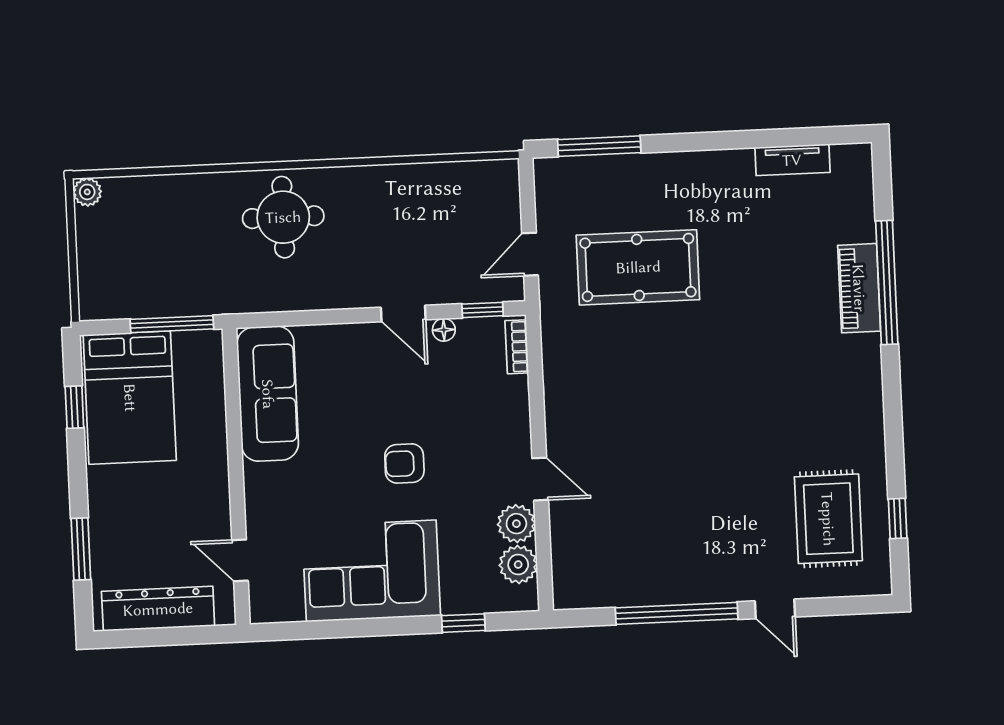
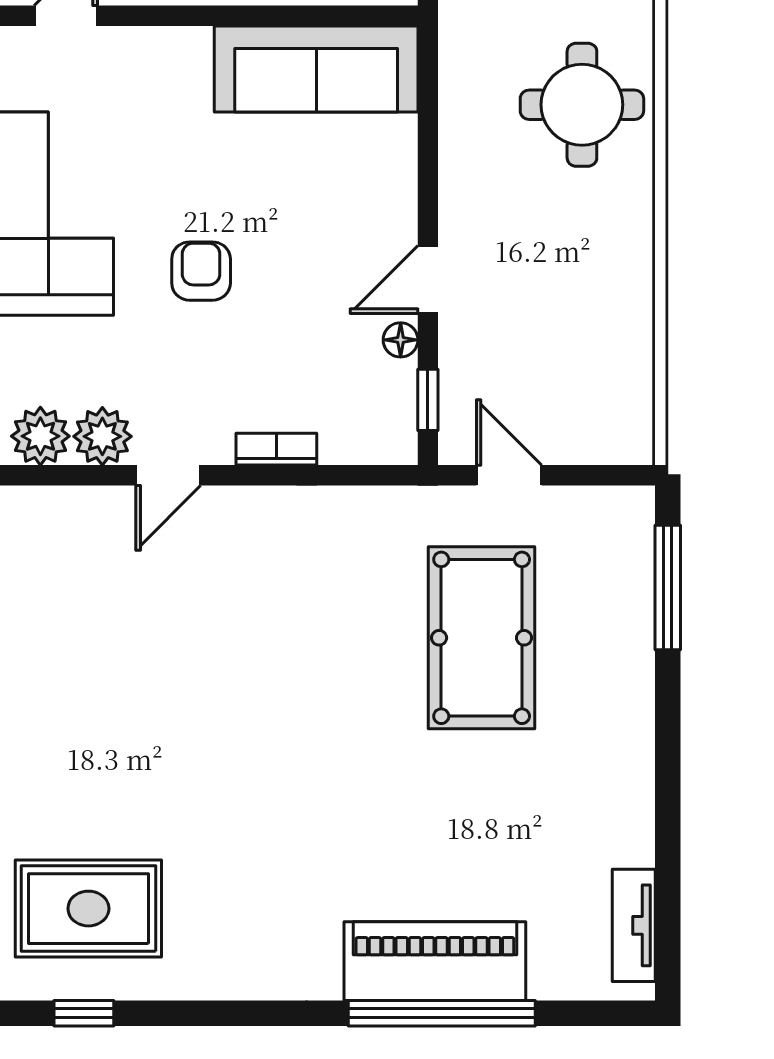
tv unit: (792, 160) -> (634, 925), moved
piano: (859, 288) -> (435, 961), width x1.37, depth x1.33
bookcase: (517, 347) -> (276, 449), moved

